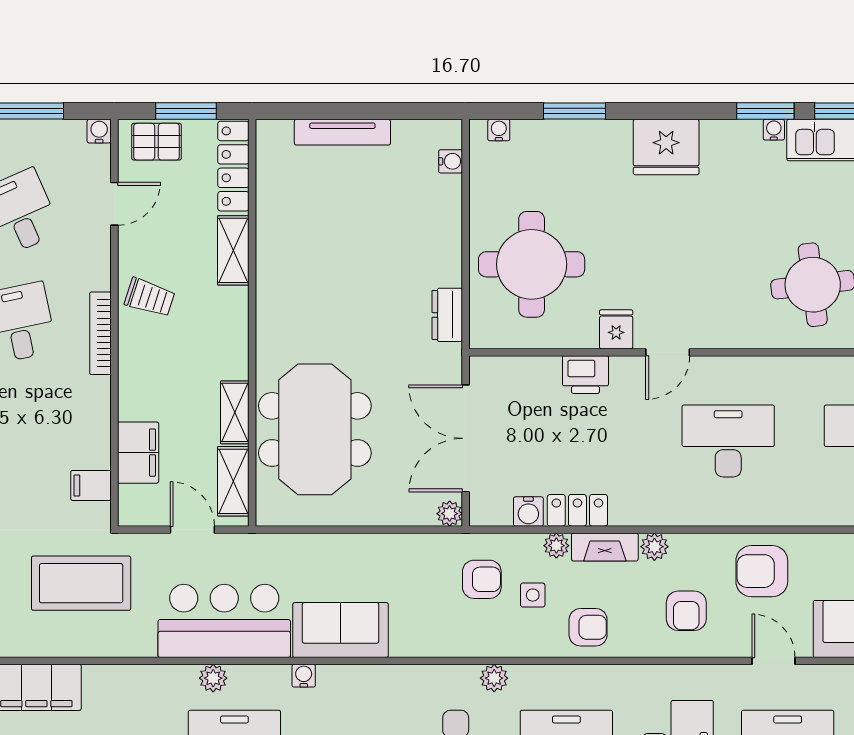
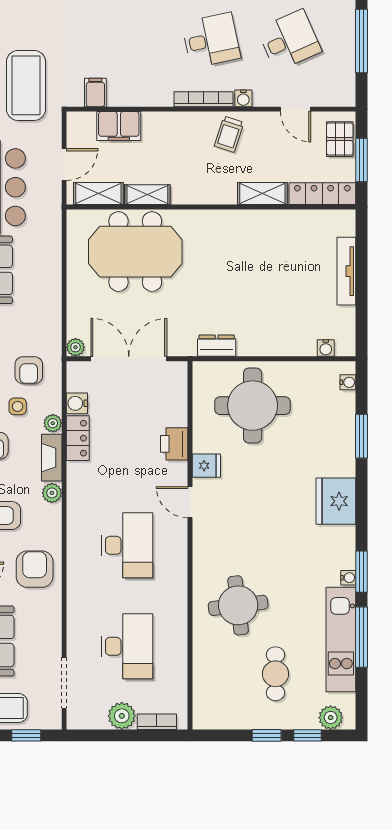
water cooler: (99, 131) -> (243, 98), moved, turned 90

